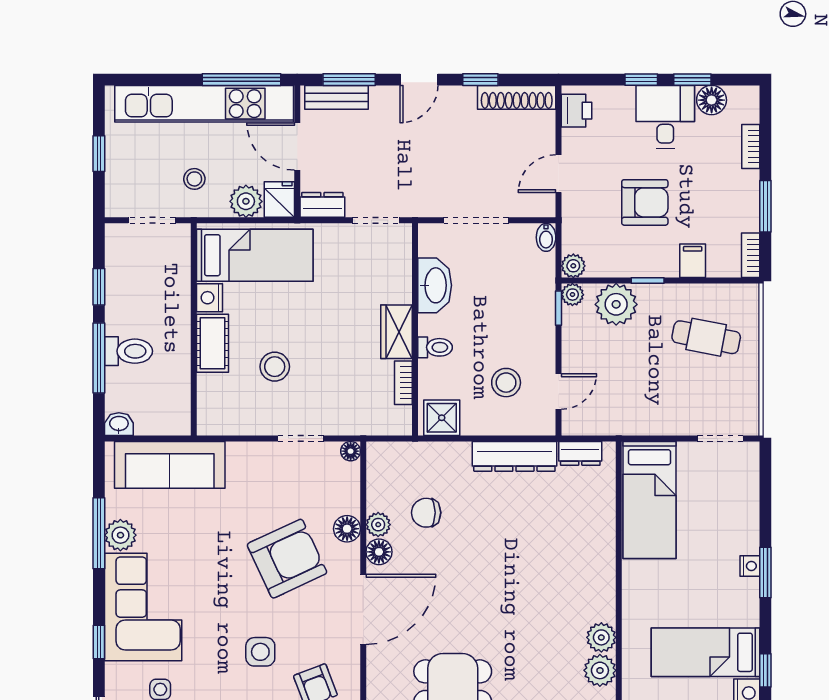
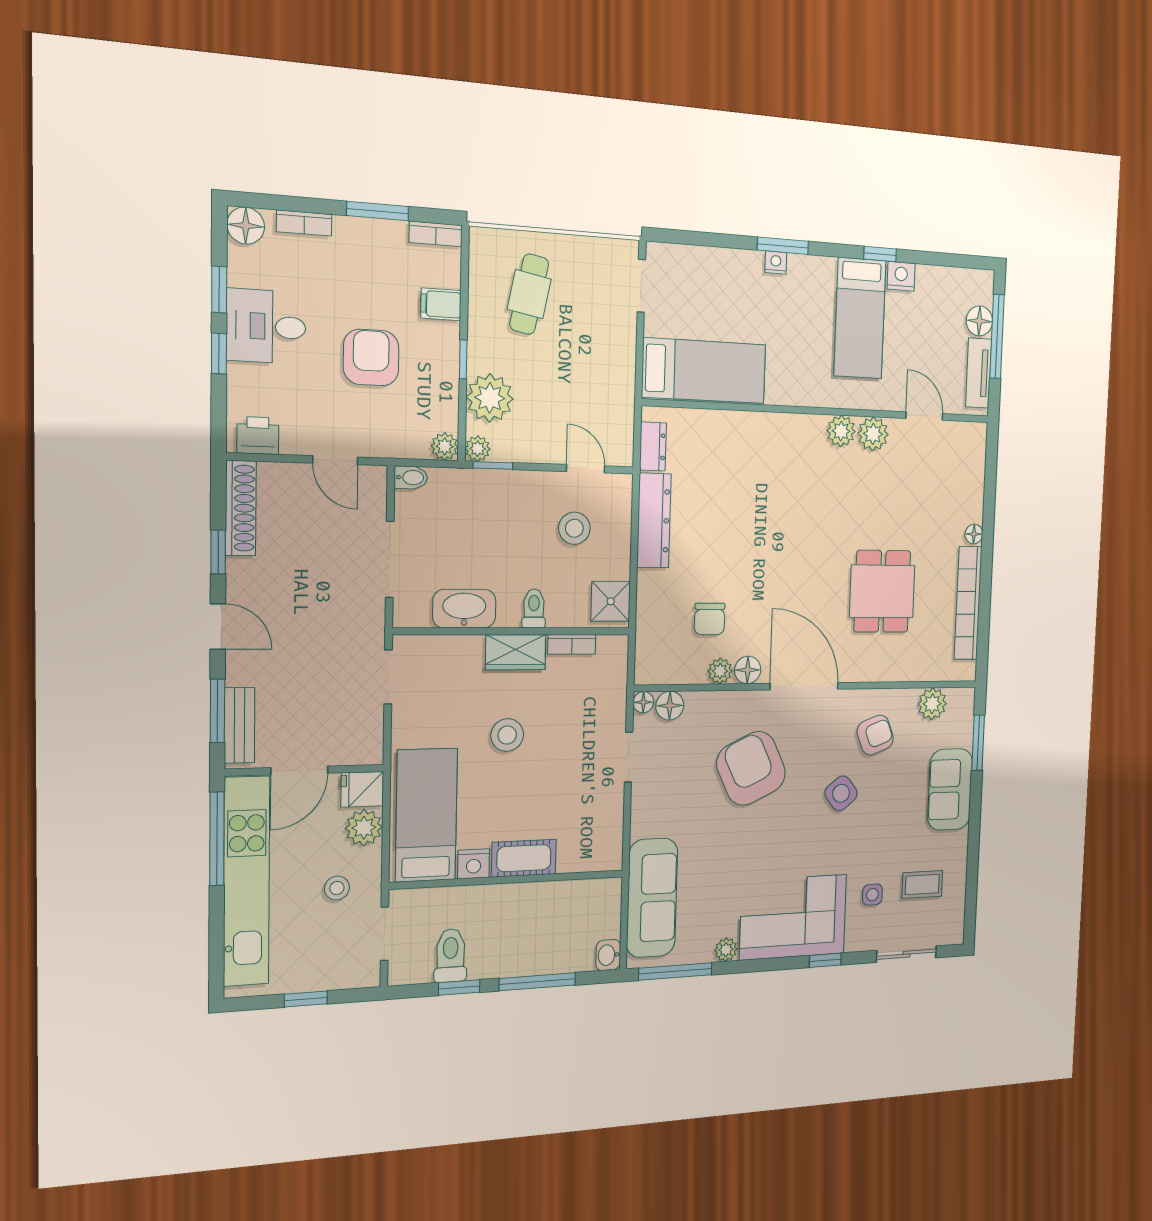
floor lamp: (712, 100) -> (246, 226), moved
dresser: (322, 205) -> (369, 739), removed
toilet: (129, 351) -> (451, 955), moved
stool: (275, 367) -> (507, 735), moved
floor lamp: (347, 529) -> (670, 706), moved
window: (99, 533) -> (675, 971), moved
plant: (120, 535) -> (726, 950), width x0.73, depth x0.73
side table: (260, 652) -> (841, 793), turned -38

